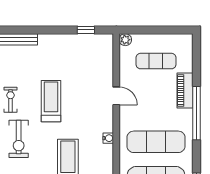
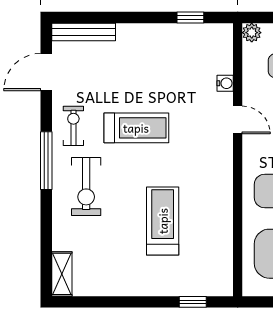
treadmill: (51, 101) -> (136, 128), turned 90
water cooler: (108, 138) -> (225, 83), moved

